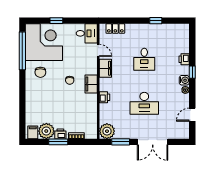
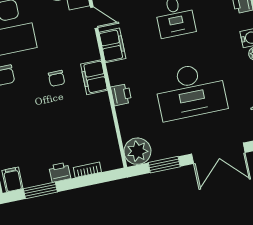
desk: (144, 103) -> (191, 91), width x1.36, depth x1.30
plant: (46, 131) -> (35, 172), removed
window: (58, 142) -> (40, 190), moved

